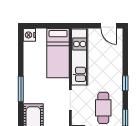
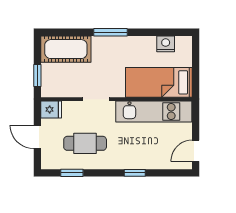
nightstand: (29, 35) -> (166, 44), moved
window: (125, 83) -> (135, 173), moved

